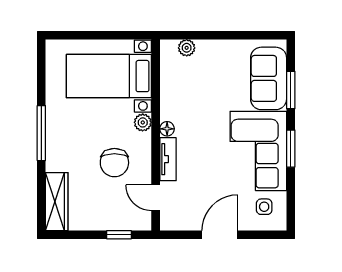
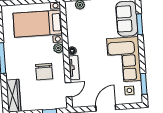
window: (291, 149) -> (144, 84), moved
door: (156, 198) -> (68, 90), swing flipped

